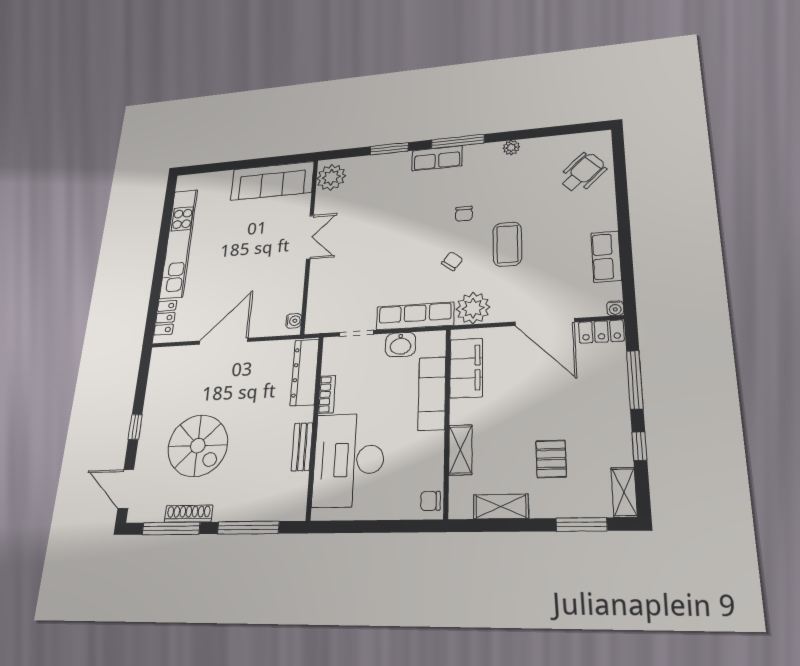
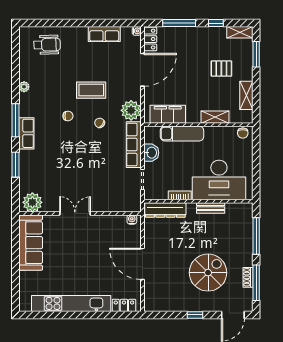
wheelchair: (583, 173) -> (47, 45), turned 132
shoe rack: (189, 514) -> (248, 277), width x0.70

